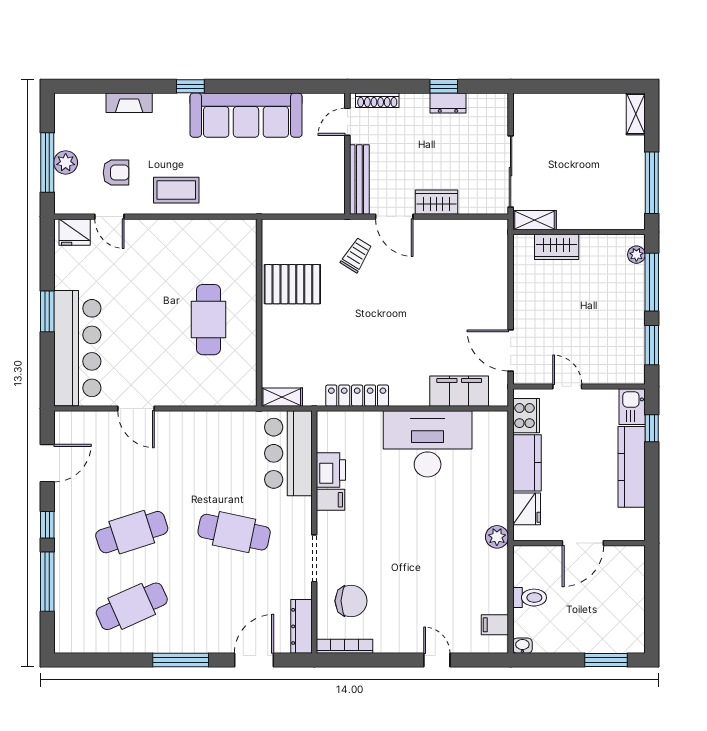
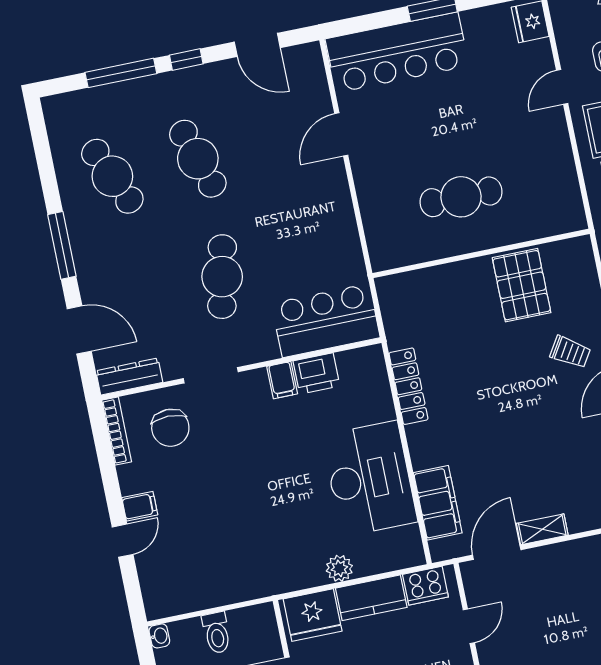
door: (109, 217) -> (562, 87), moved
shelving: (282, 397) -> (542, 529), moved, turned 90
fridge: (527, 509) -> (313, 615), width x1.36, depth x1.34
plant: (497, 537) -> (339, 568), moved
filing cabinet: (495, 625) -> (140, 506), moved, turned 90

